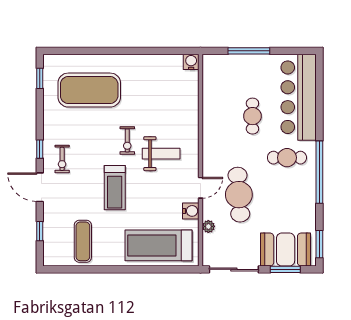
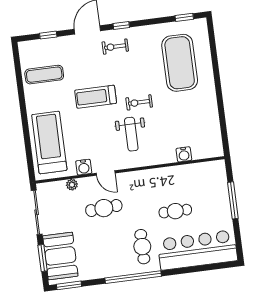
water cooler: (191, 62) -> (184, 154), moved, turned 90
cafe table: (239, 195) -> (104, 208), width x0.73, depth x0.74

